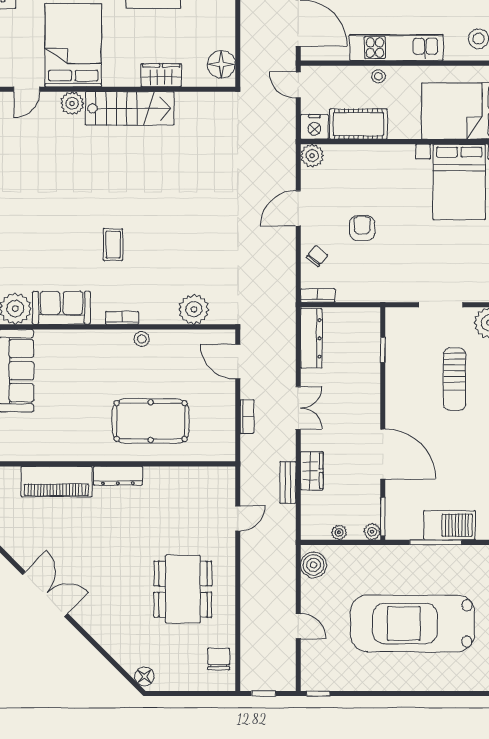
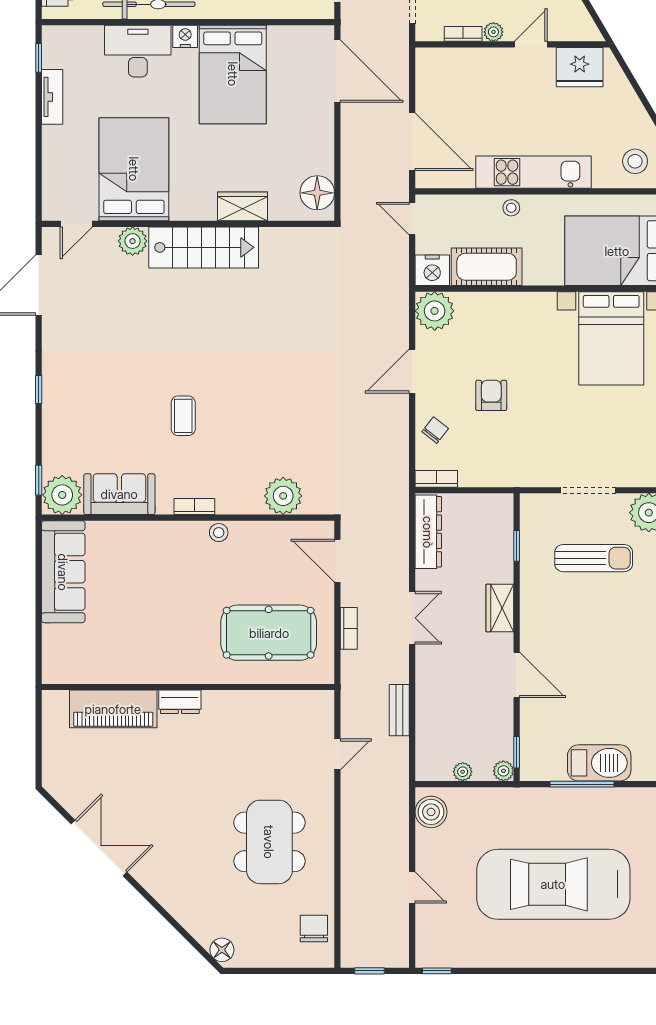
plant: (312, 156) -> (435, 311), width x1.36, depth x1.36
sun lounger: (454, 379) -> (594, 558), moved, turned -90
pool table: (151, 421) -> (269, 633), moved
door: (383, 454) -> (517, 675), width x0.73
wardrobe: (312, 471) -> (500, 608), moved, turned 180
dresser: (118, 476) -> (180, 702), width x0.70
window: (383, 517) -> (517, 752), width x0.67

